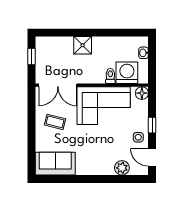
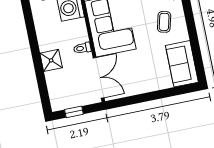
toilet: (110, 76) -> (82, 48), moved
coffee table: (55, 122) -> (164, 22), moved

